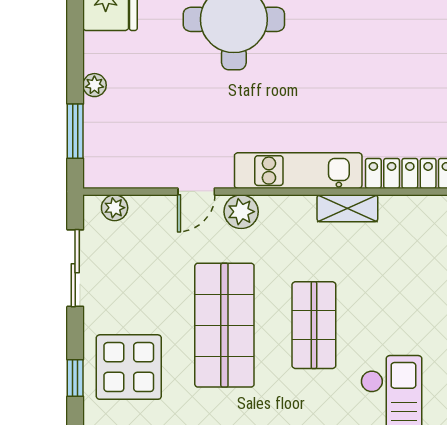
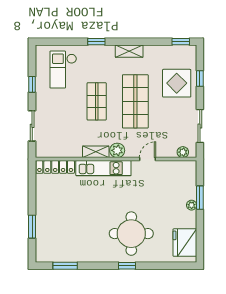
window: (75, 131) -> (200, 198), moved
shelving: (347, 208) -> (96, 152), moved
plant: (241, 212) -> (117, 150), moved

